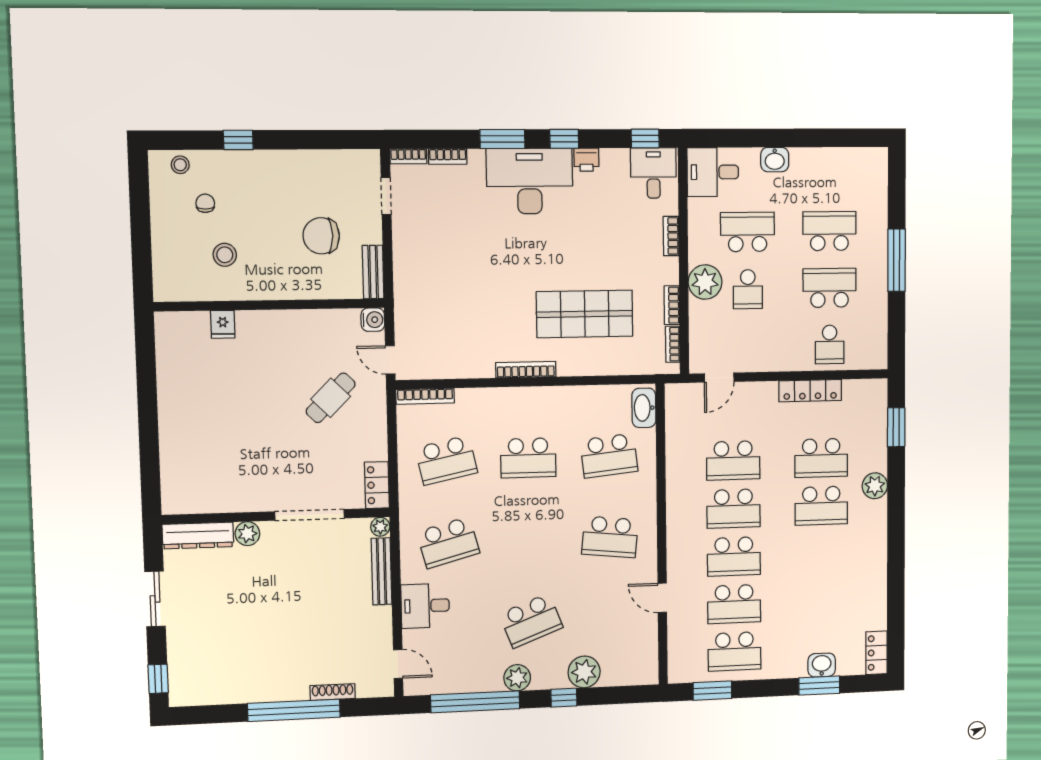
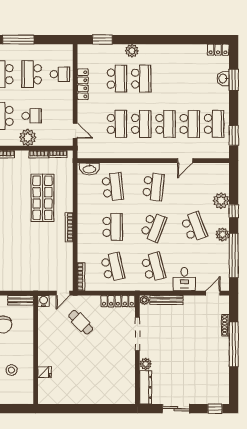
locker: (377, 485) -> (118, 301), width x1.53
school desk: (530, 540) -> (153, 227), added

